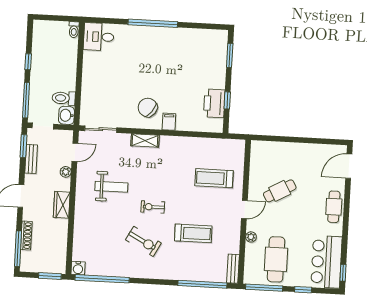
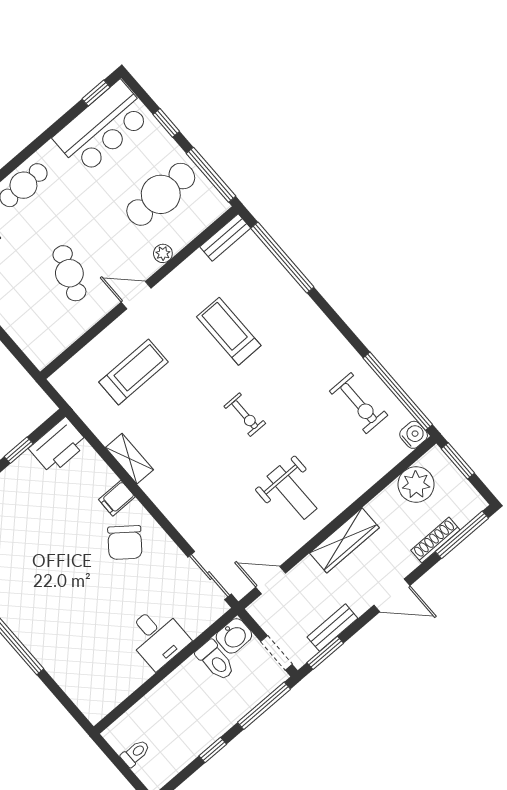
toilet: (74, 30) -> (135, 753), moved
desk: (99, 37) -> (157, 637), moved
printer: (214, 103) -> (59, 446), moved
shelving: (145, 141) -> (129, 459), moved
plant: (66, 172) -> (416, 484), moved, width x1.88, depth x1.88
treadmill: (214, 178) -> (134, 372), turned -90
weight bench: (111, 187) -> (292, 492), moved, turned 180
cafe table: (280, 191) -> (69, 273), turned 50
wardrobe: (62, 205) -> (344, 540), width x1.50
exercise bike: (143, 241) -> (359, 403), moved, turned 152

